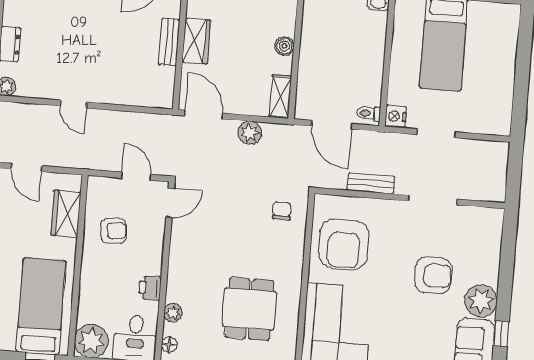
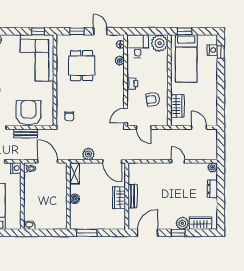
armchair: (344, 244) -> (28, 113), moved
printer: (150, 288) -> (132, 83), moved

